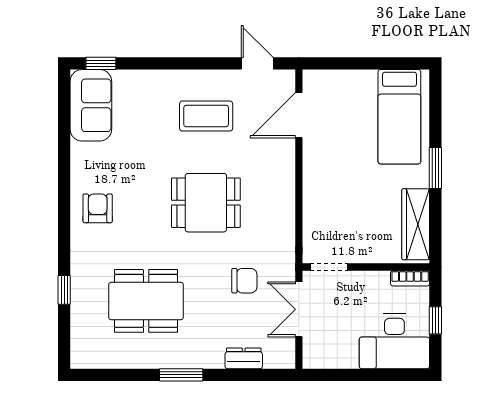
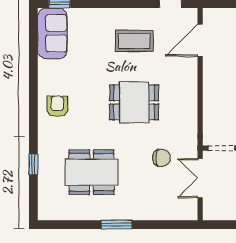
dresser: (244, 358) -> (161, 213), removed

